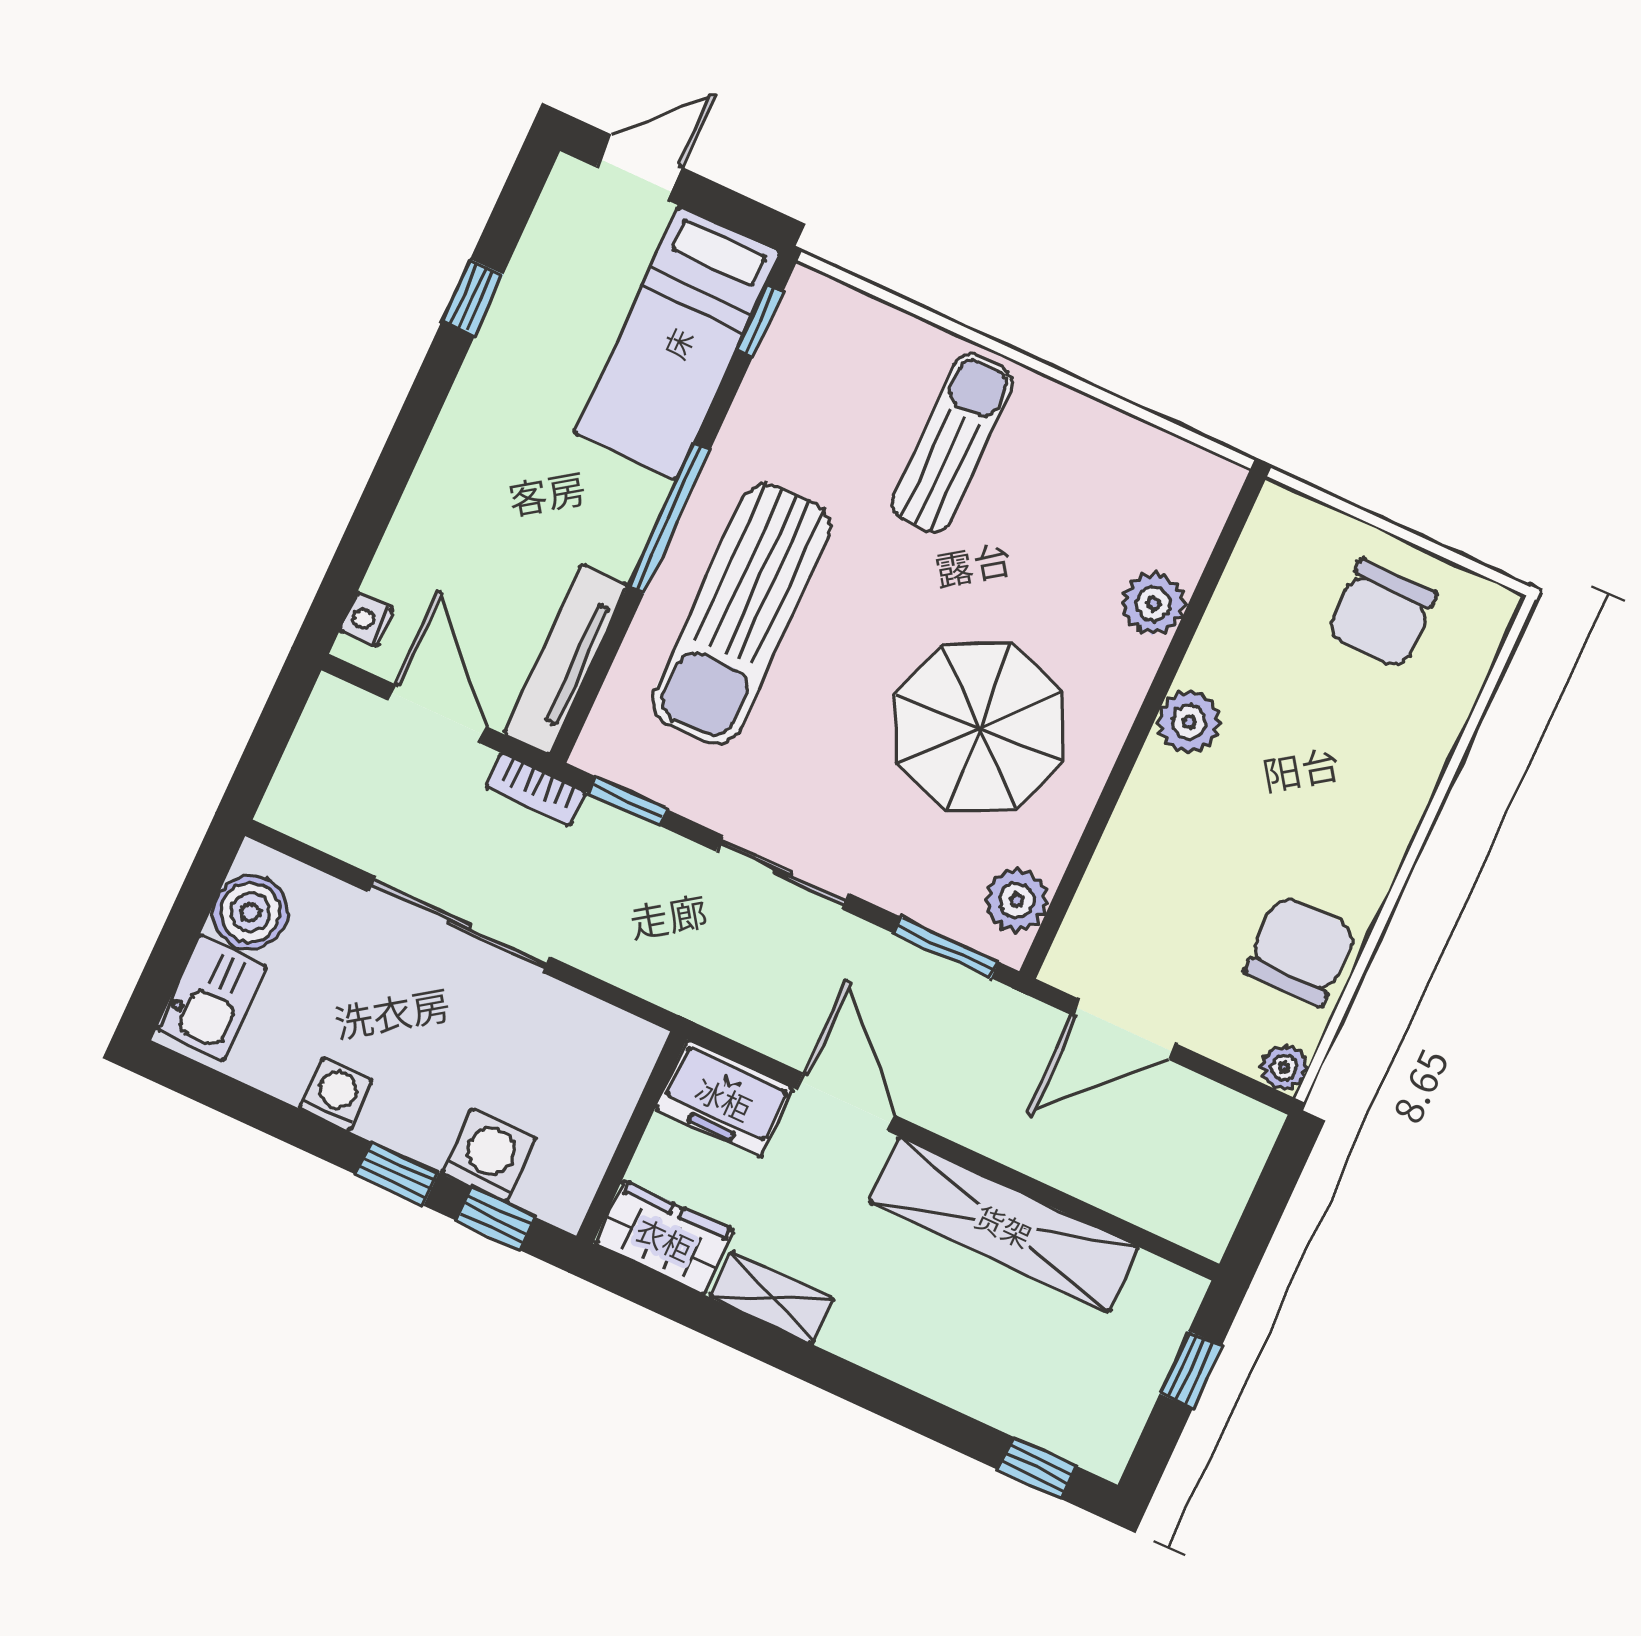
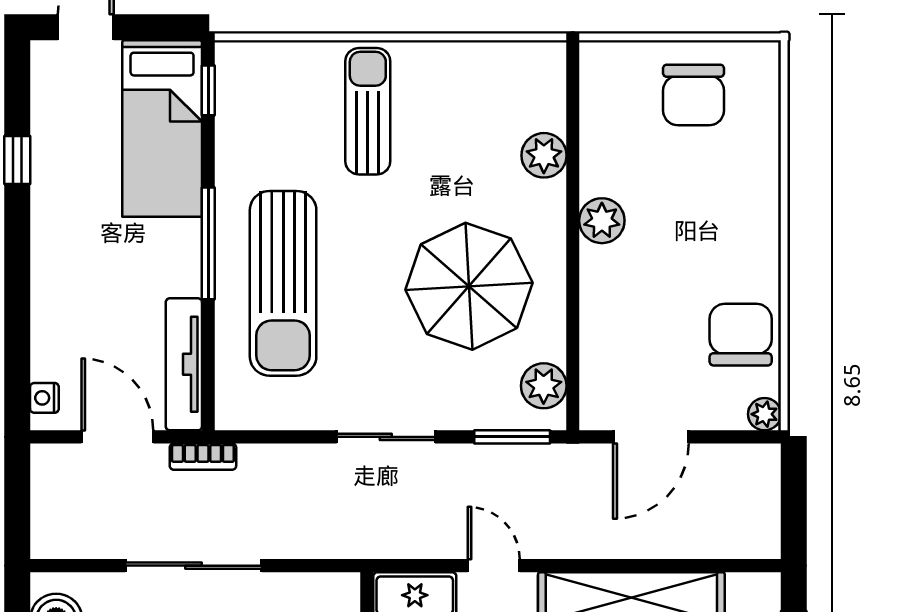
window: (628, 801) -> (265, 437), removed
door: (846, 1102) -> (494, 566), width x0.73

